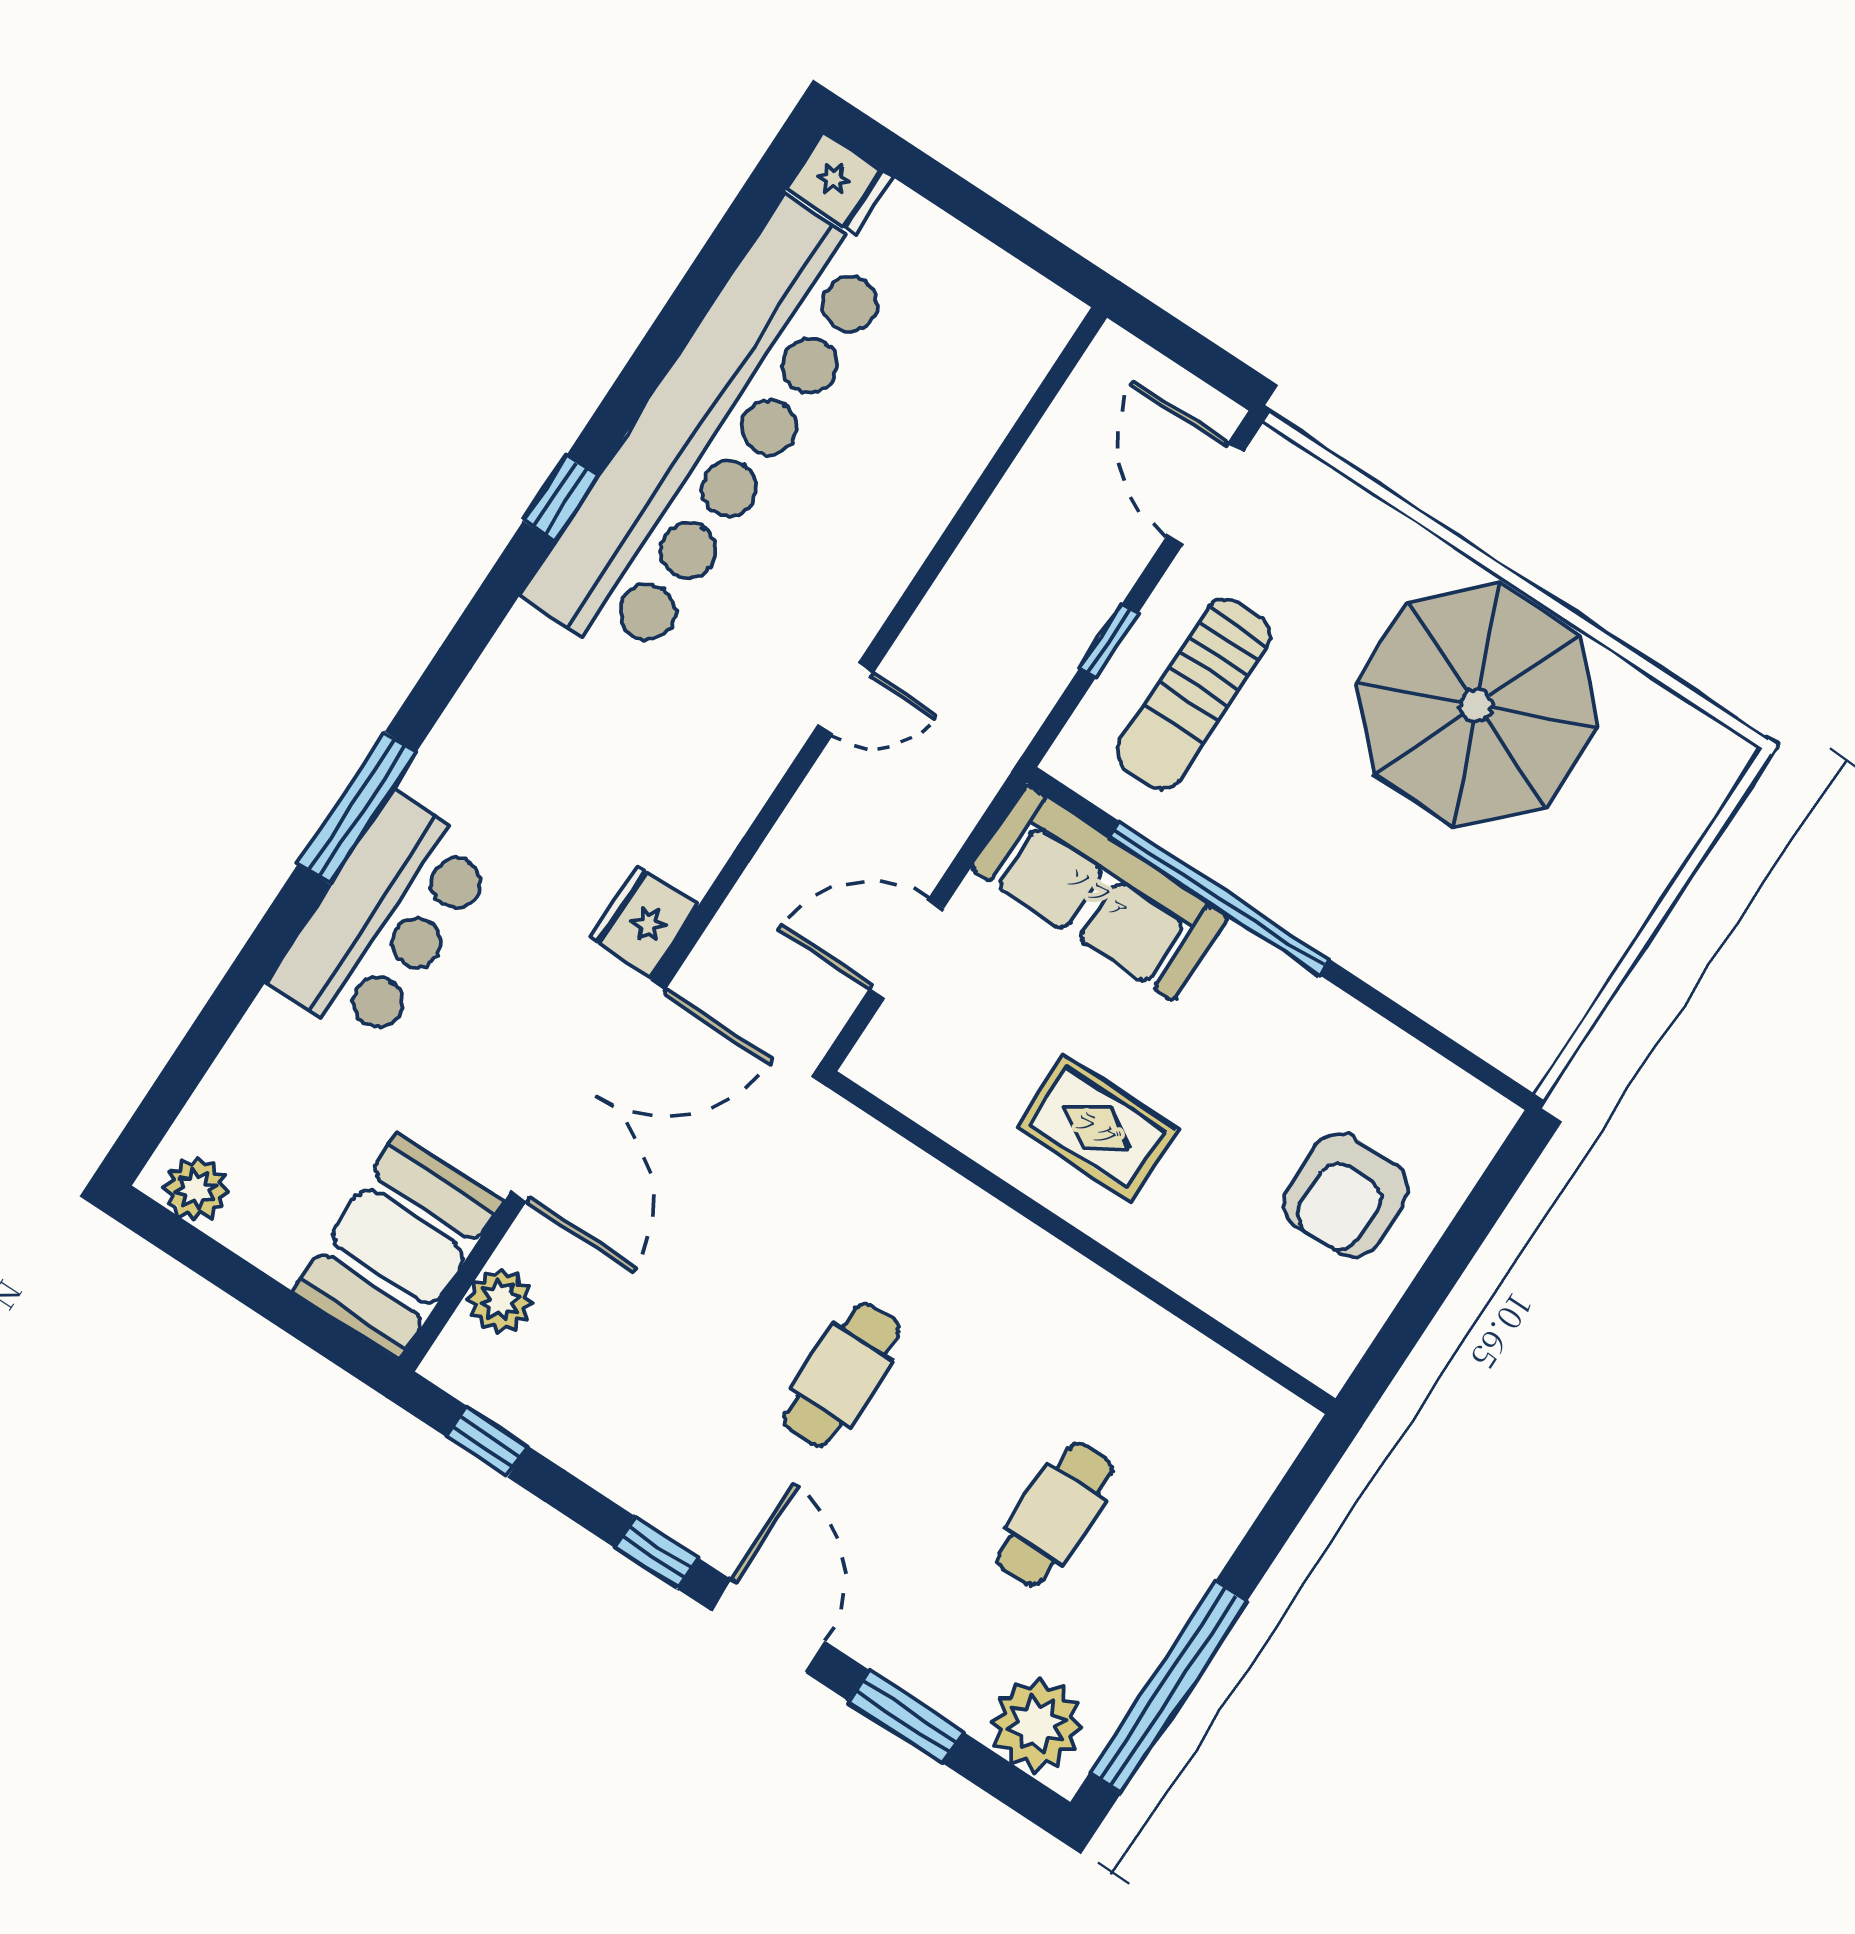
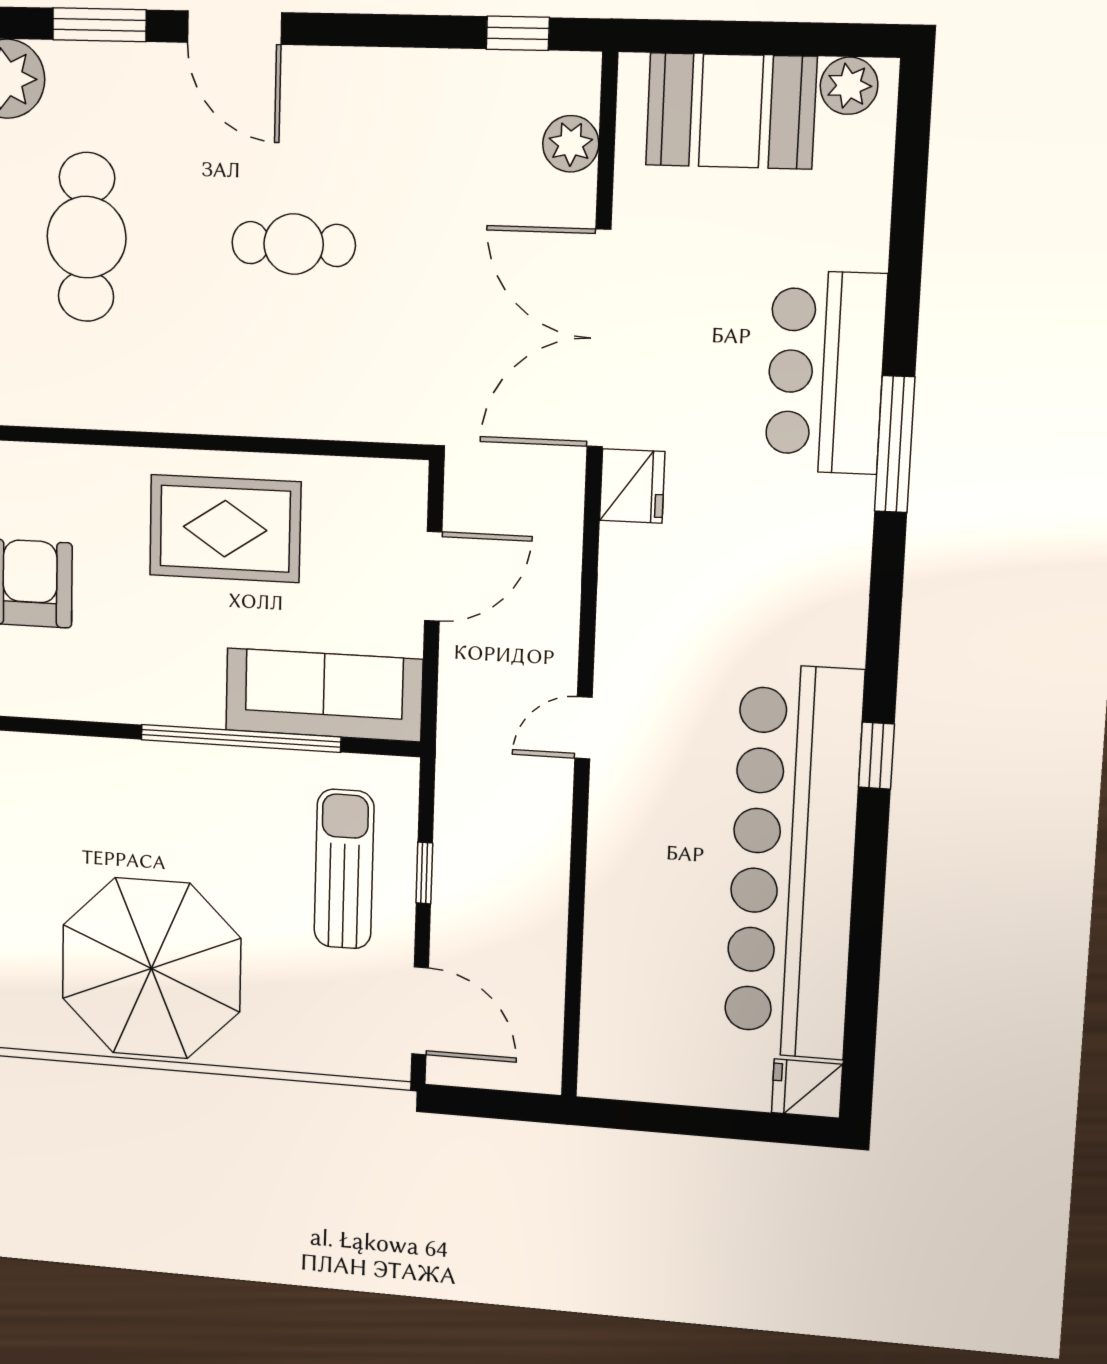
rug: (1097, 1128) -> (225, 529), width x1.36, depth x1.43
booth: (398, 1247) -> (731, 111), moved, turned 90
cafe table: (842, 1374) -> (294, 244), turned 90
cafe table: (1055, 1514) -> (86, 237), width x1.37, depth x1.35
window: (656, 1552) -> (346, 30), removed

